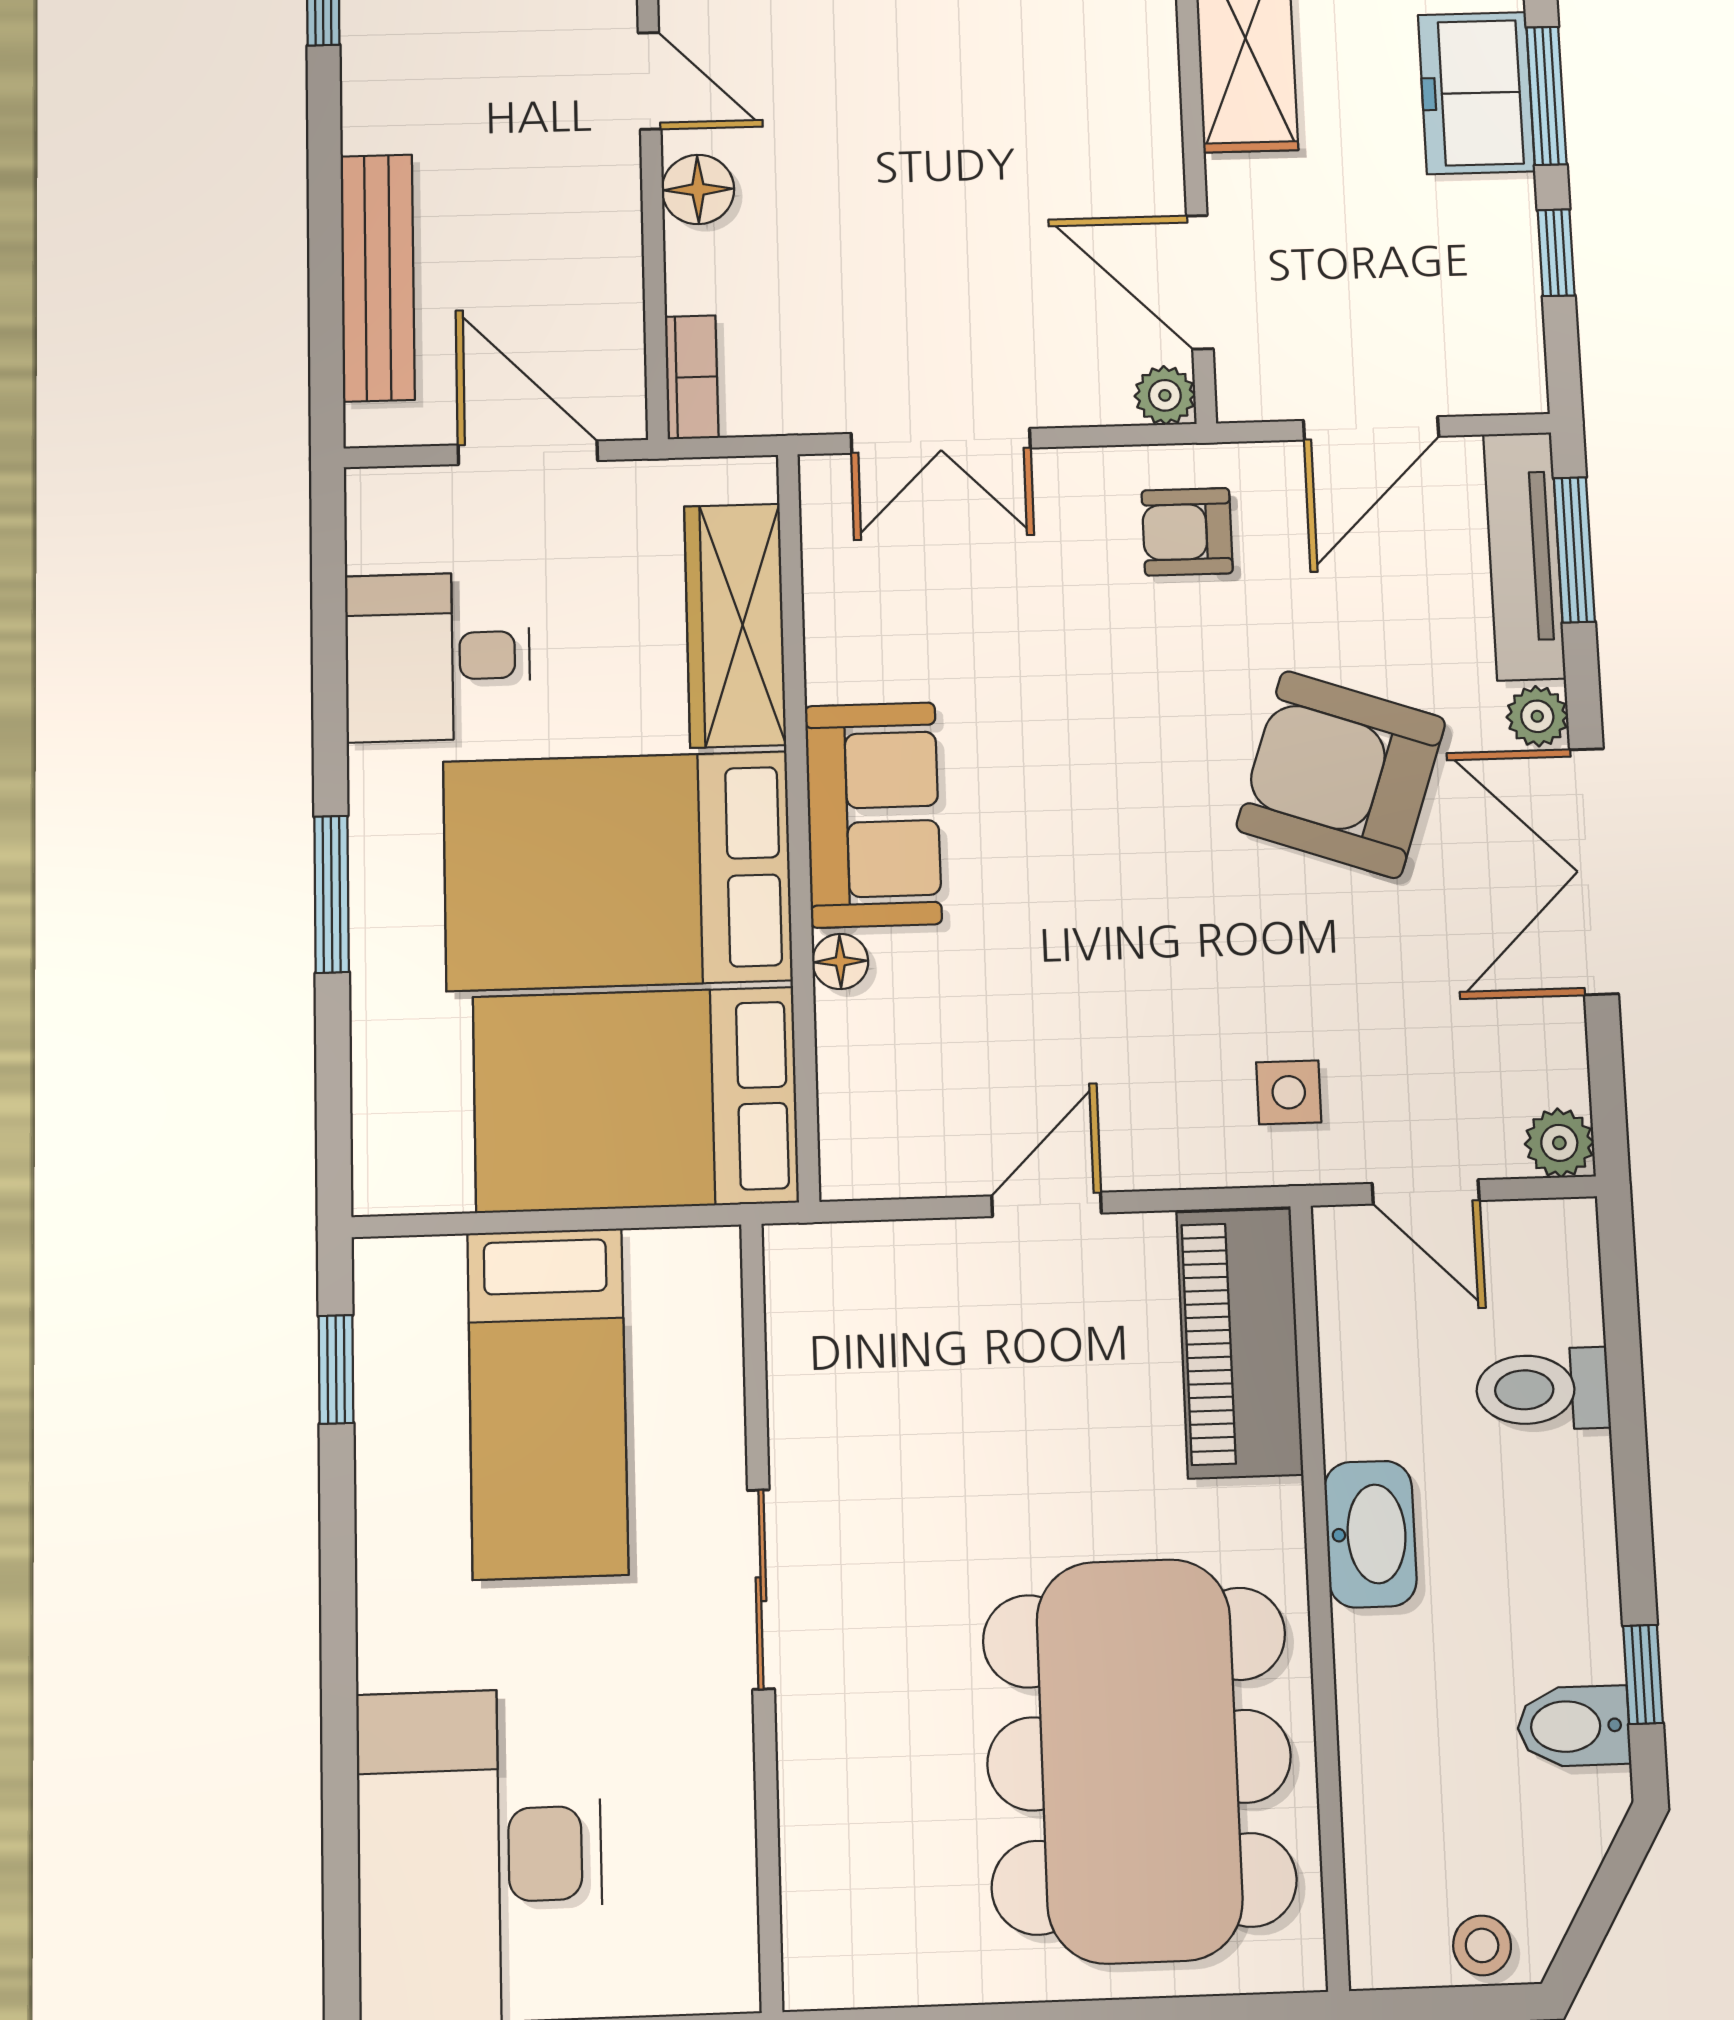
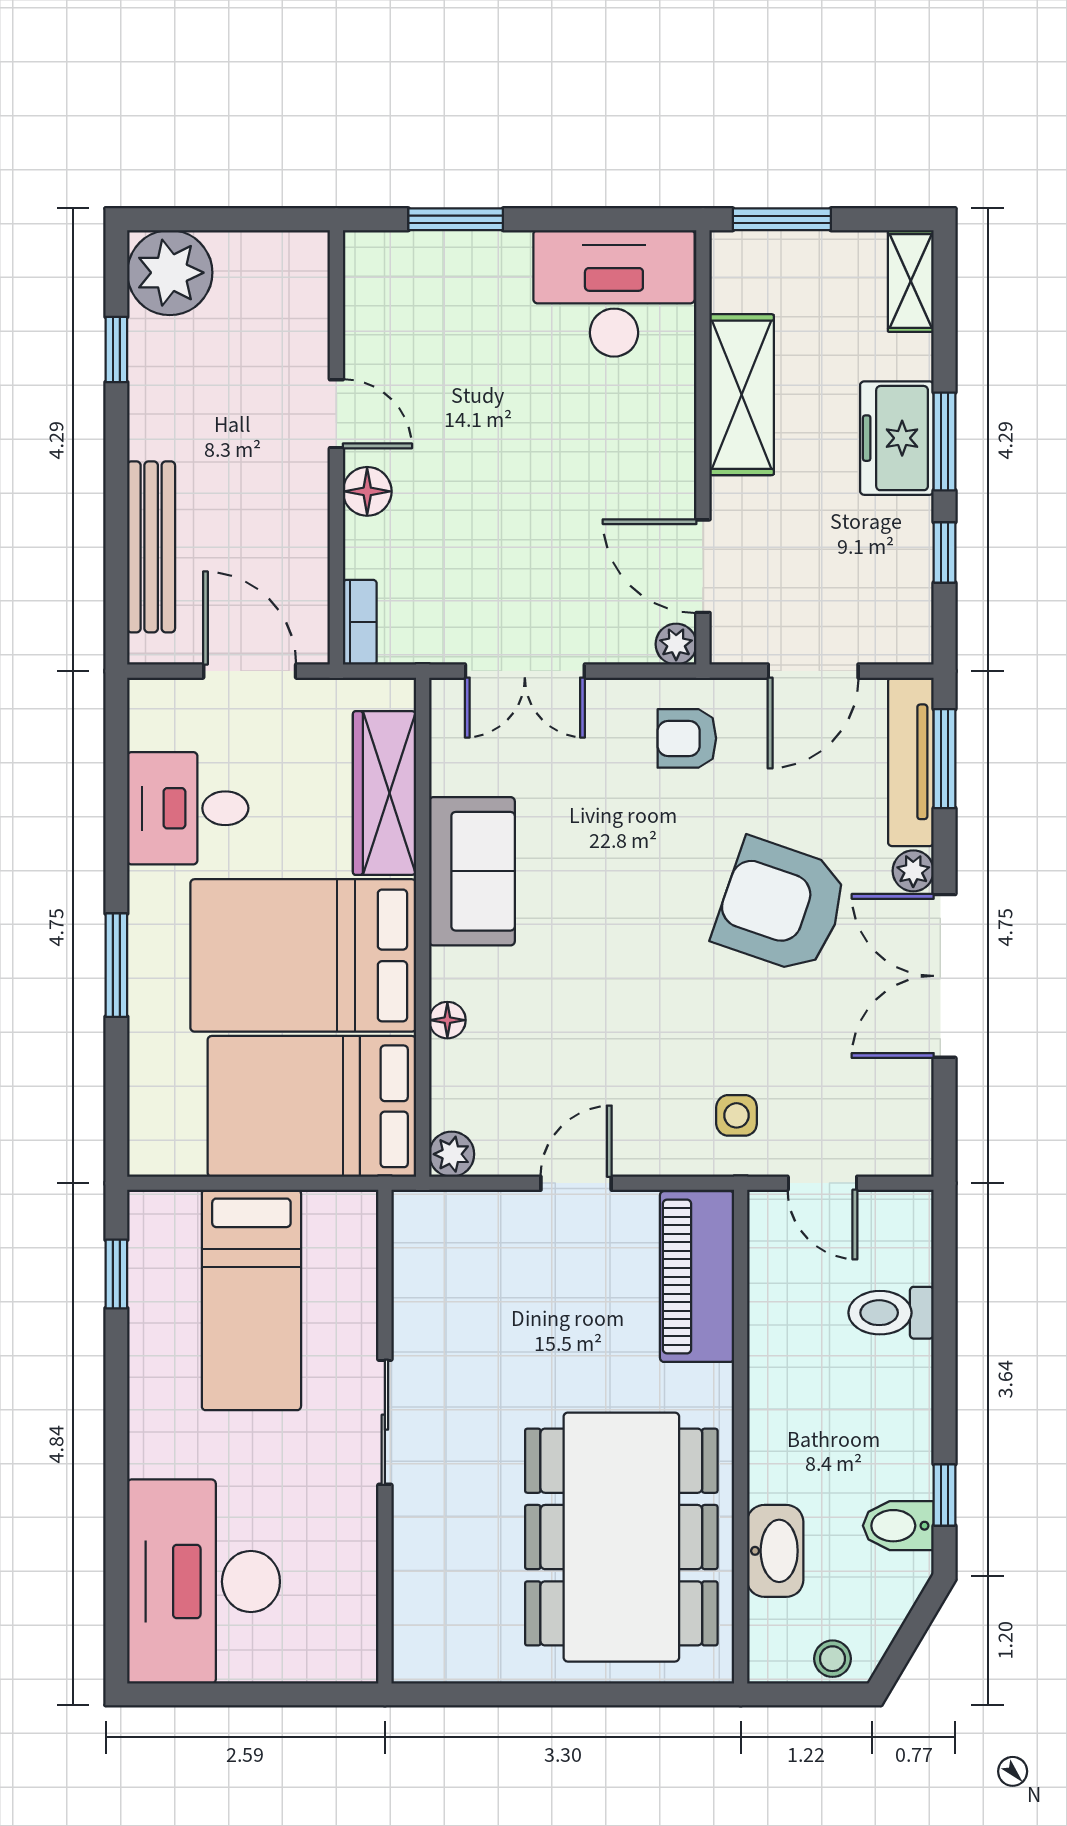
sofa: (873, 815) -> (472, 871), moved
plant: (1559, 1143) -> (452, 1154), moved
washbasin: (1370, 1534) -> (775, 1551), moved

